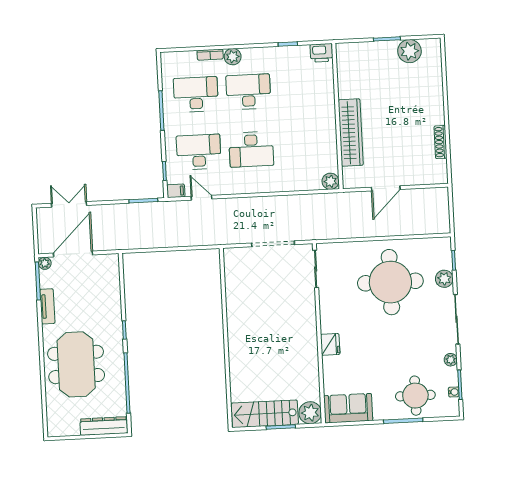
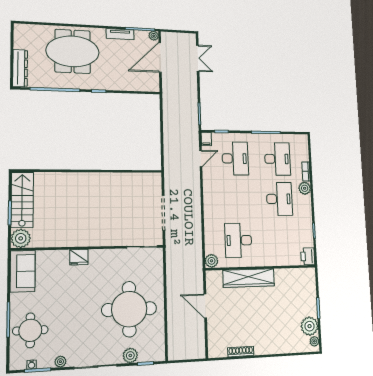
plant: (428, 45) -> (314, 341), added
desk: (251, 149) -> (238, 240), moved
door: (73, 254) -> (160, 57), swing flipped

